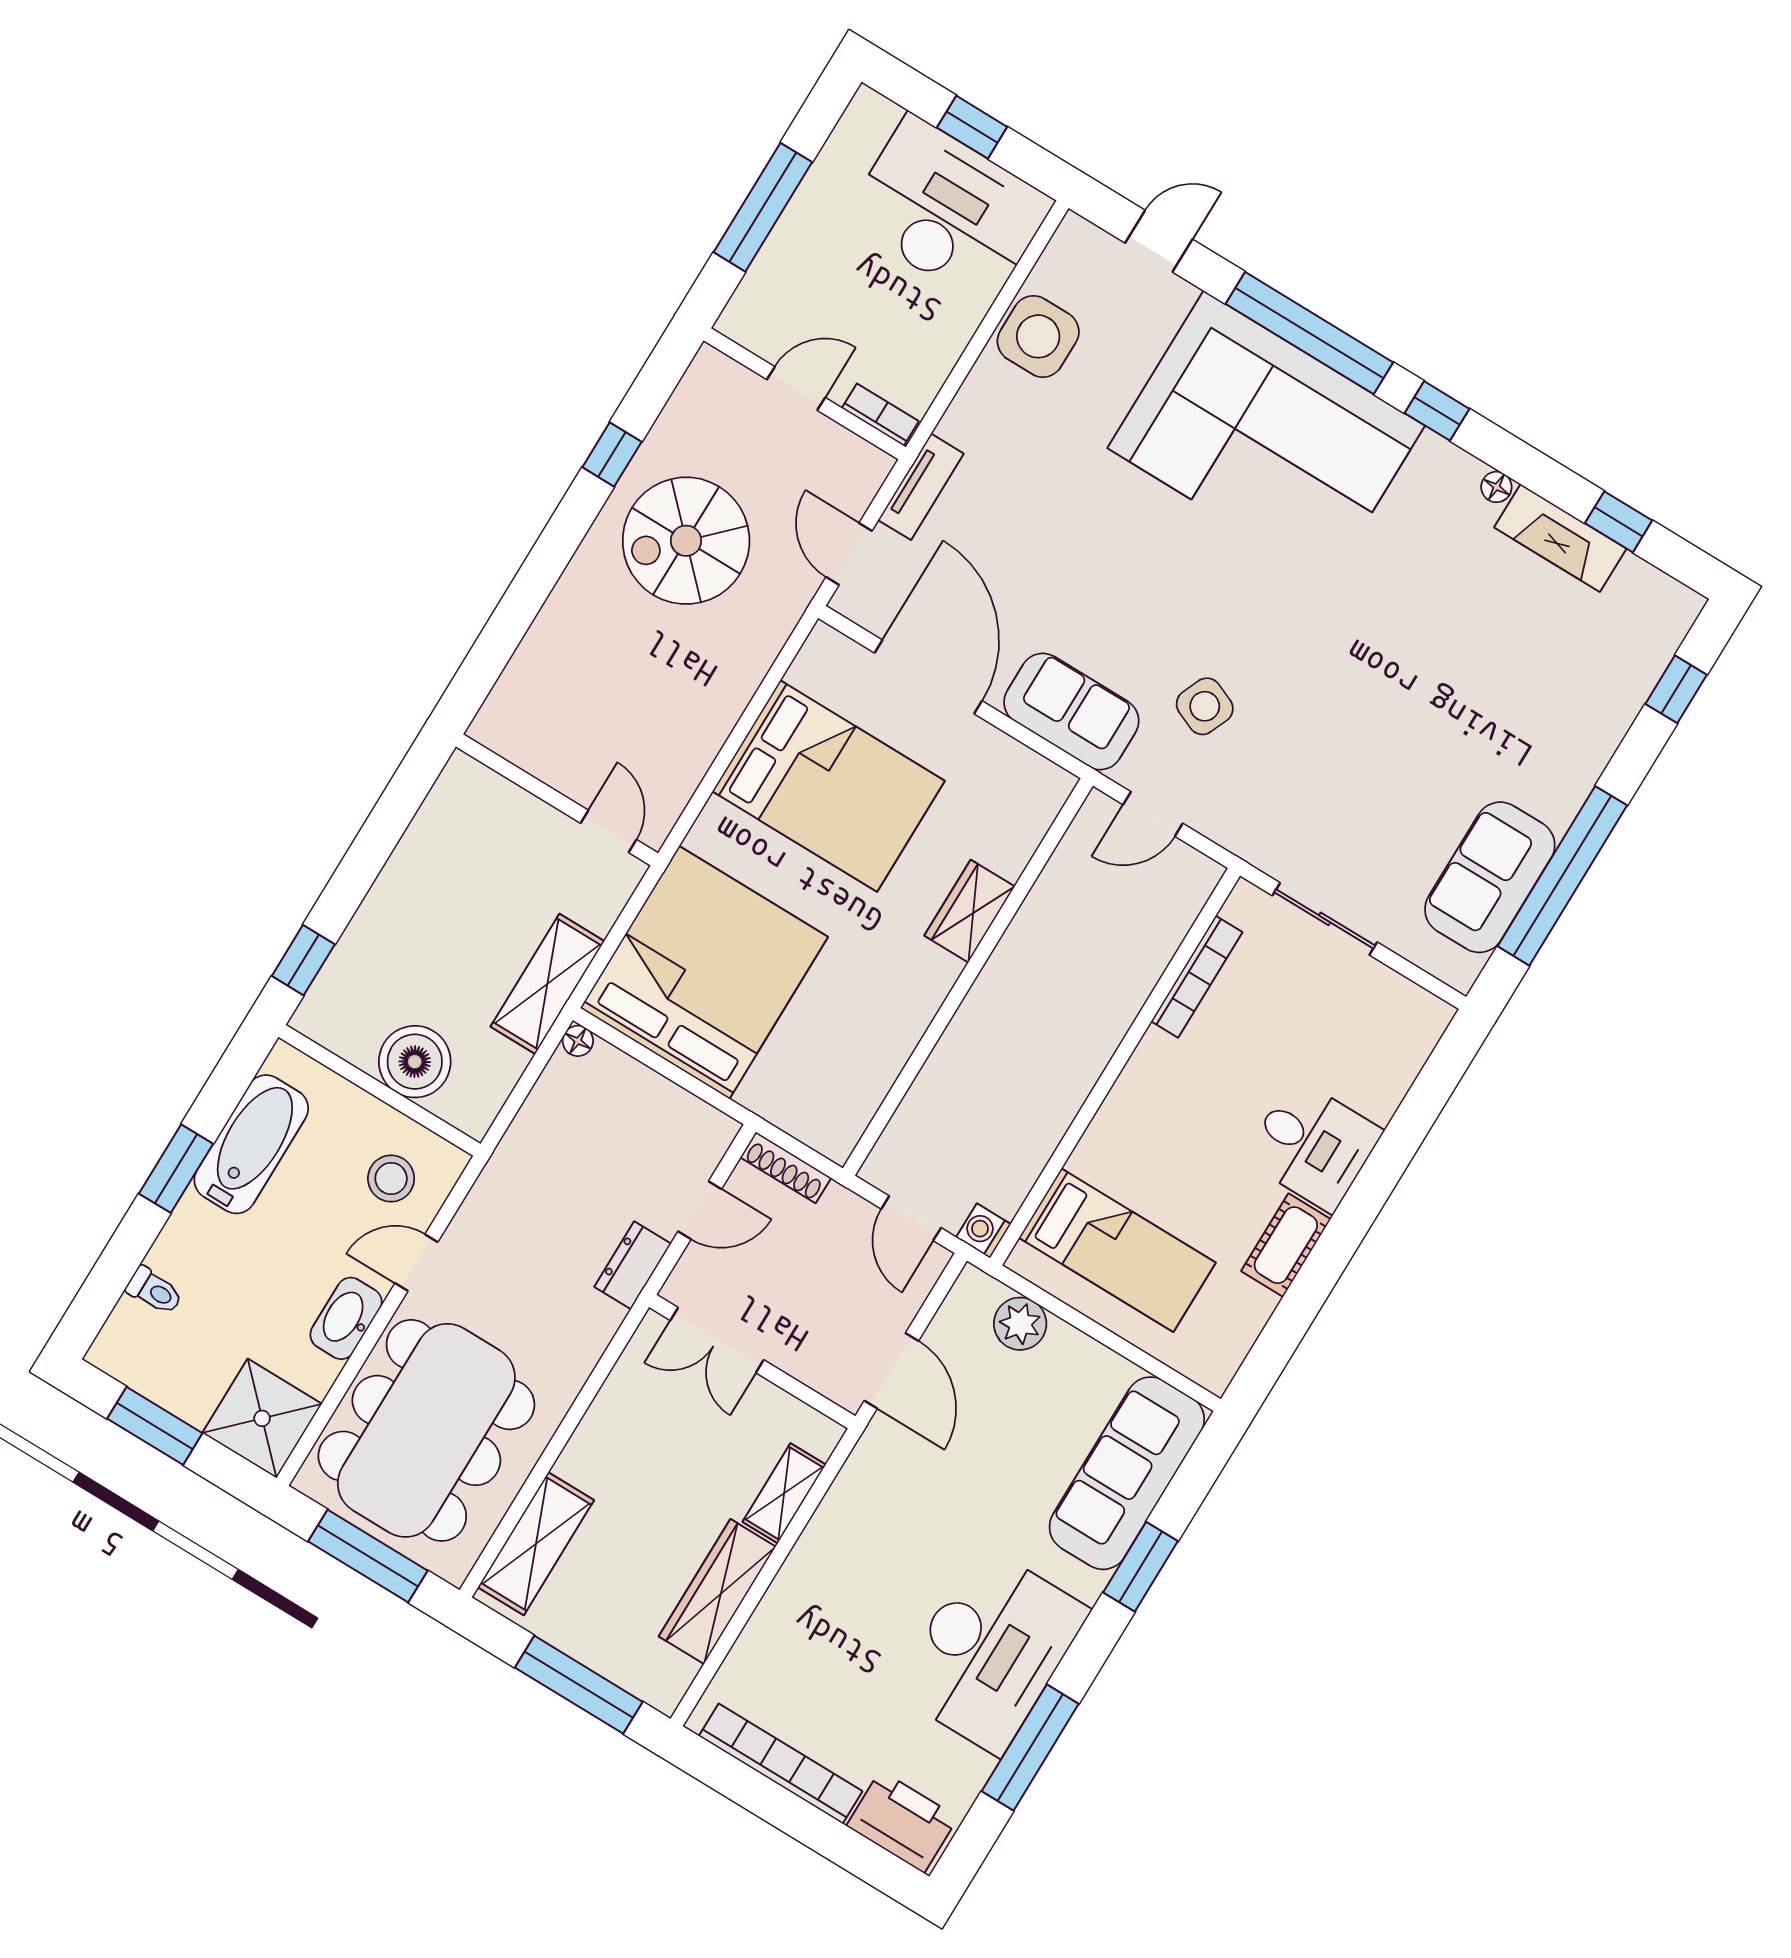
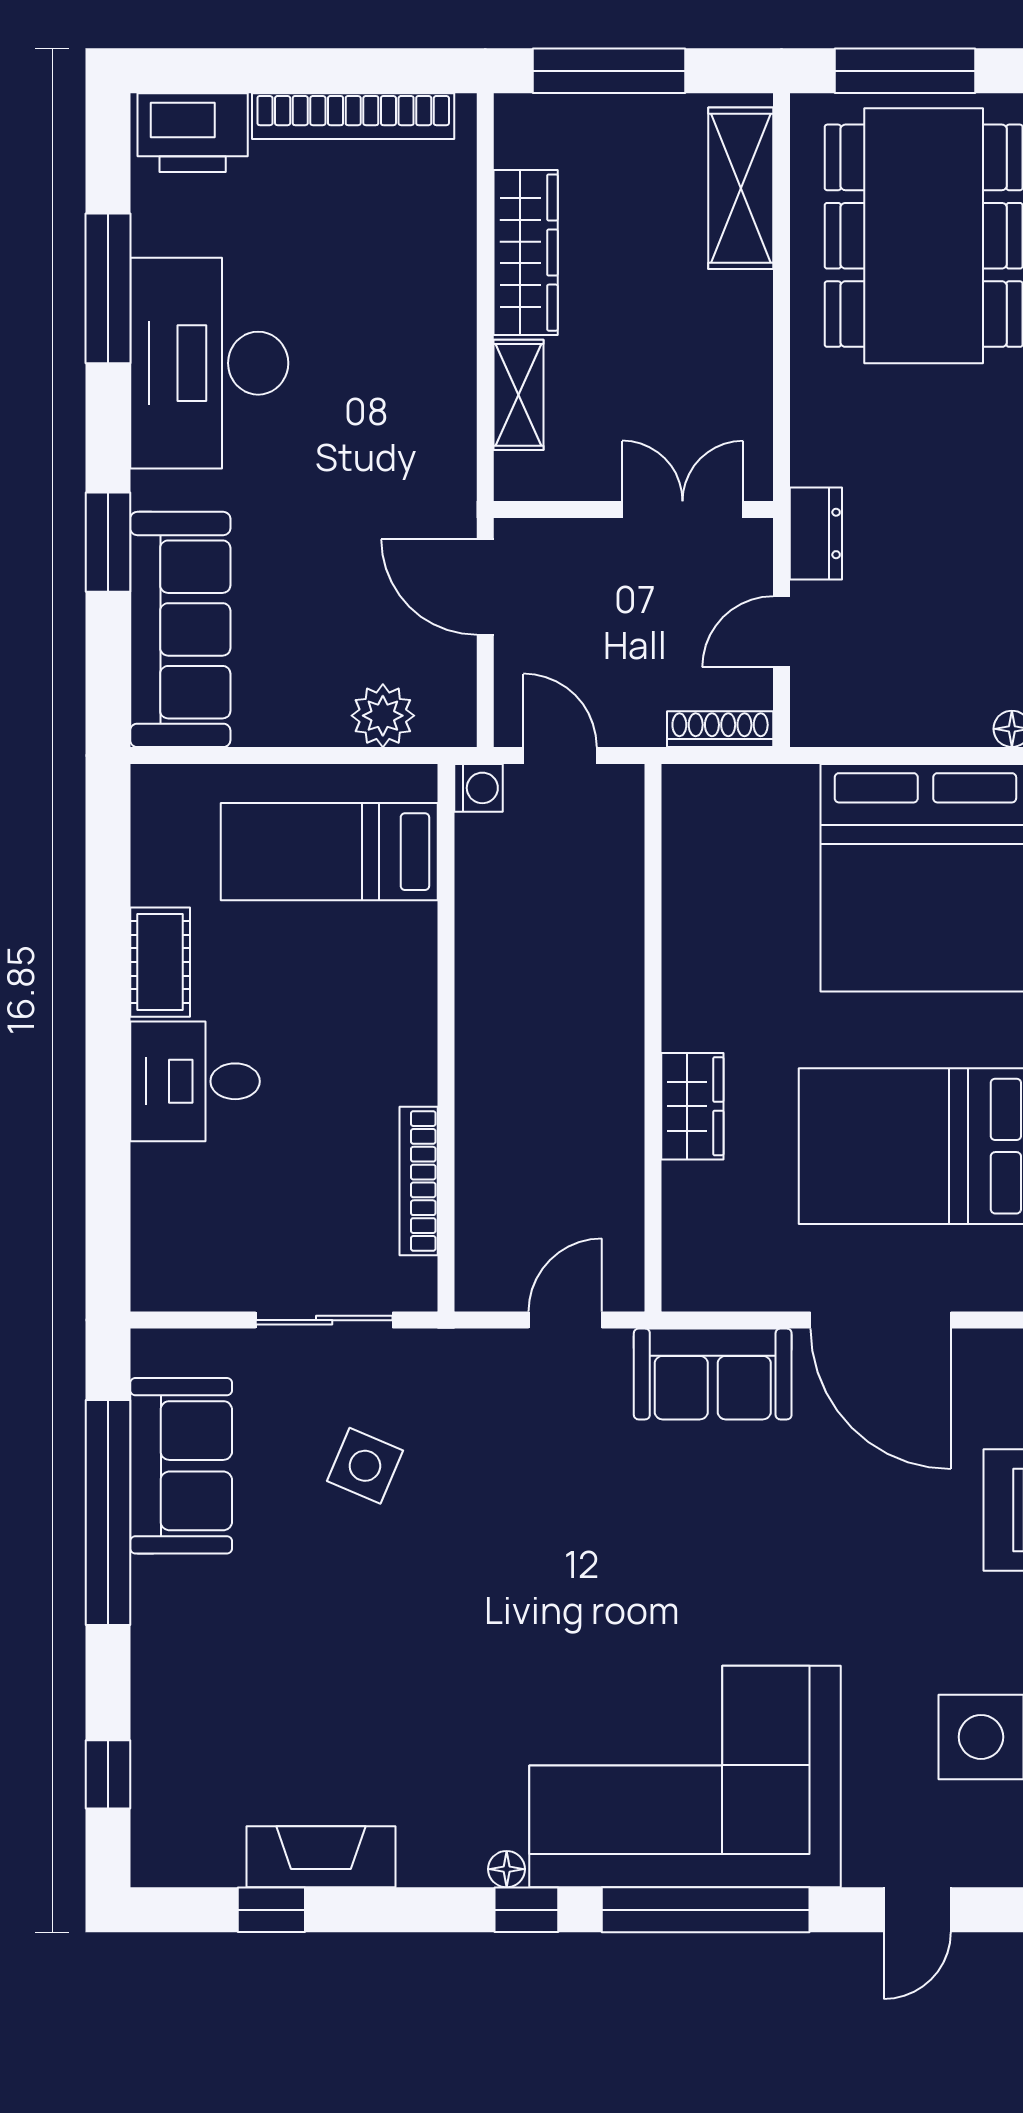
floor lamp: (1496, 487) -> (507, 1869), moved
side table: (1205, 706) -> (365, 1466), moved

